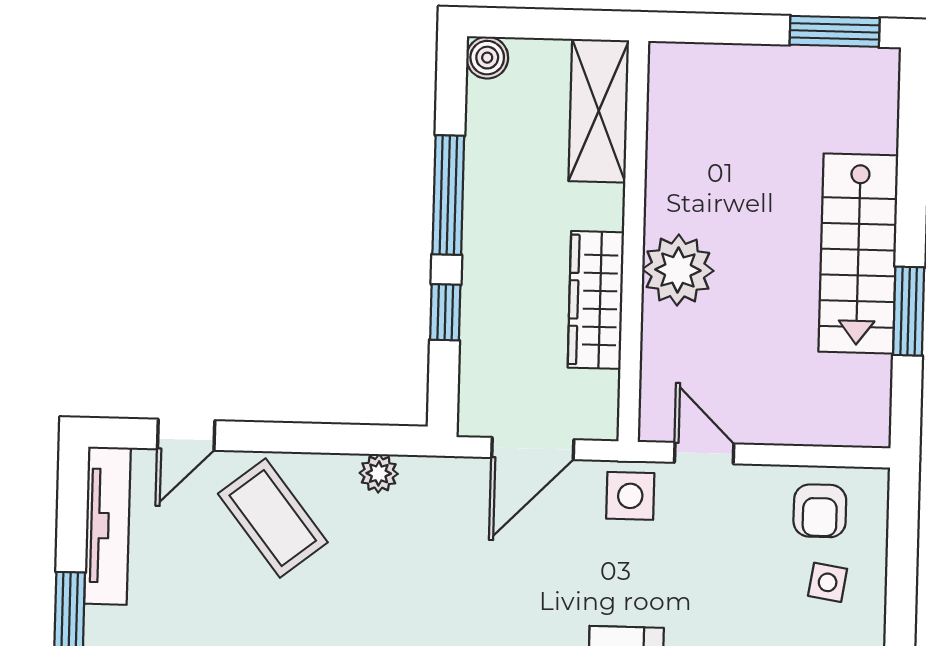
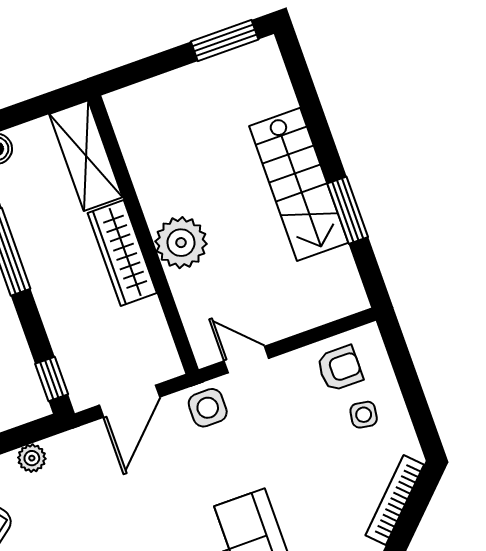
wardrobe: (596, 300) -> (122, 253), moved
window: (445, 312) -> (52, 379), moved
armchair: (820, 511) -> (340, 368), turned -90

